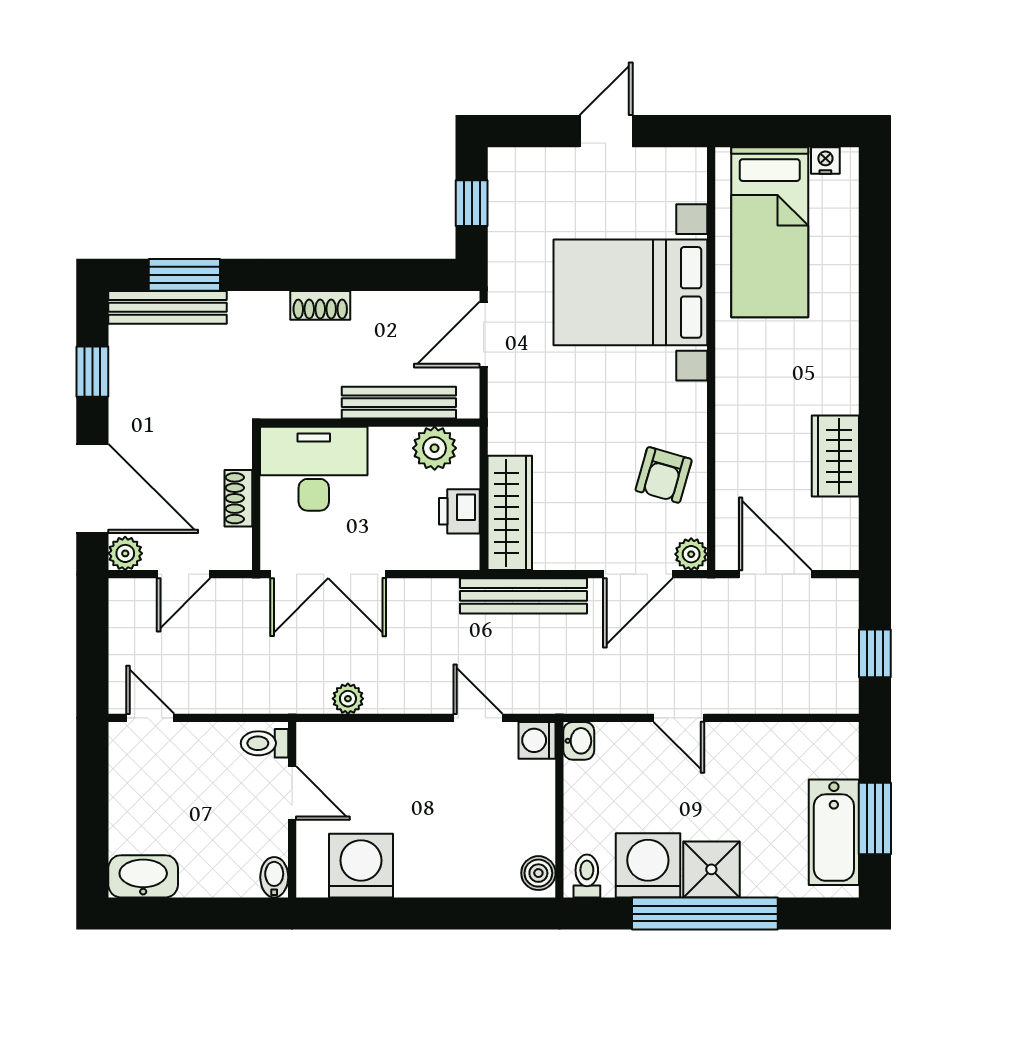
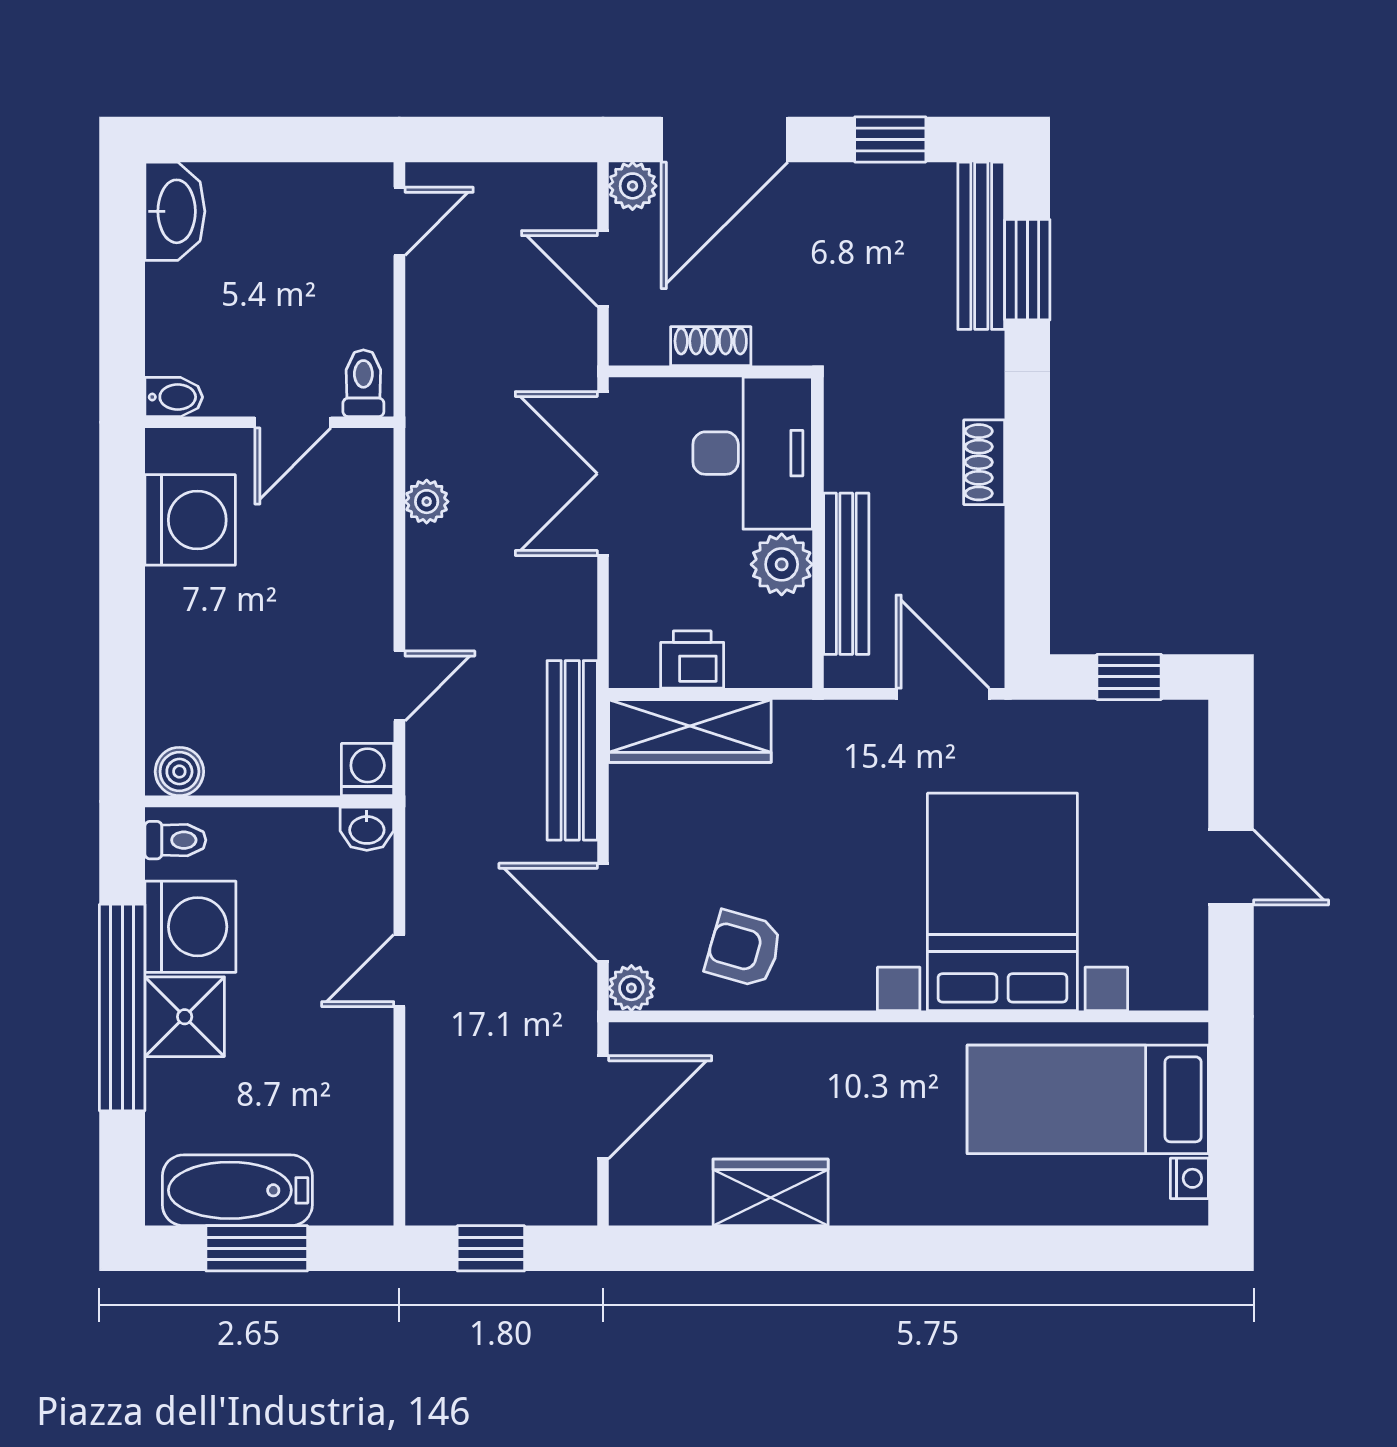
plant: (435, 448) -> (782, 564), moved

